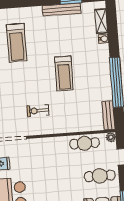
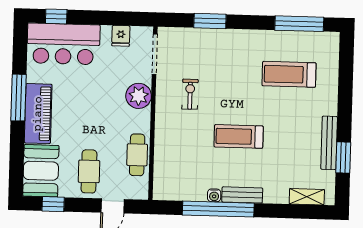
water cooler: (103, 39) -> (214, 195), moved
bench: (109, 115) -> (242, 195), moved
plant: (111, 137) -> (139, 96), moved, width x1.87, depth x1.87

